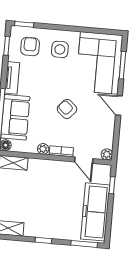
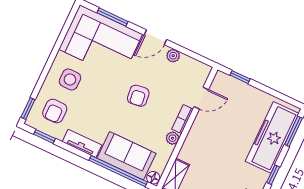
armchair: (30, 46) -> (55, 111), turned -90
armchair: (67, 109) -> (138, 96), turned -48
plant: (107, 154) -> (173, 56), moved
freezer: (95, 212) -> (272, 137), moved, turned 90

